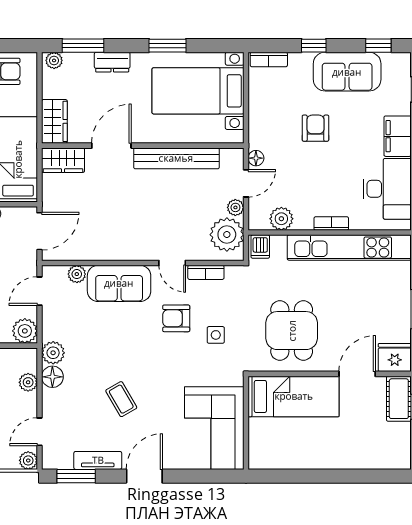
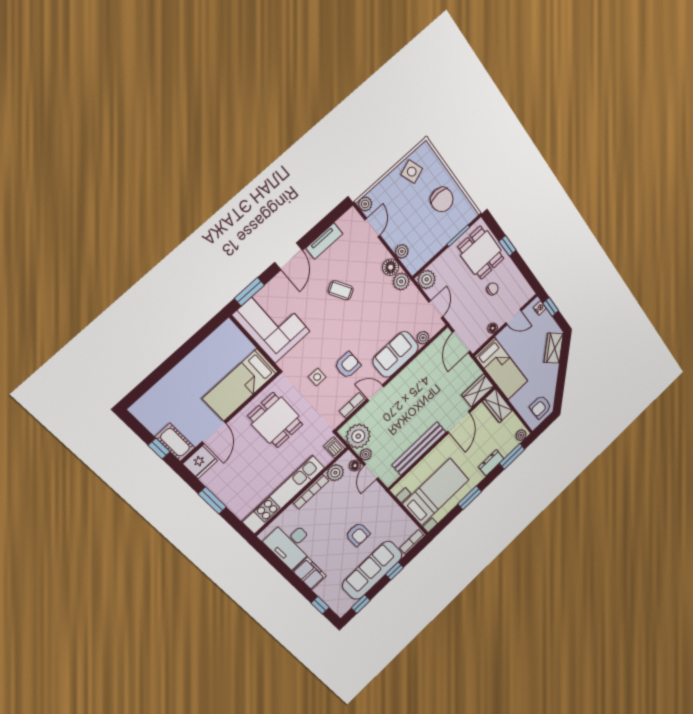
sofa: (347, 72) -> (372, 570), width x1.36
floor lamp: (256, 158) -> (355, 466), moved
bookcase: (331, 224) -> (311, 492), width x1.56
window: (76, 476) -> (249, 292), moved

